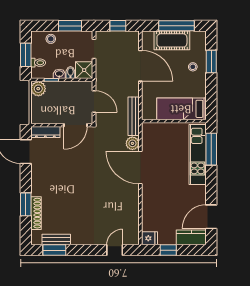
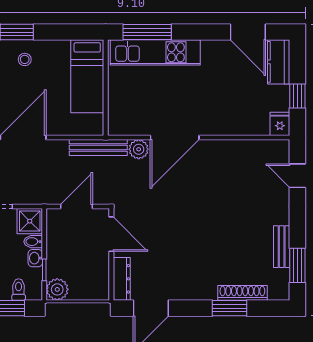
bench: (56, 240) -> (282, 247), moved

